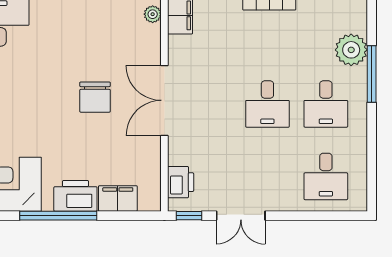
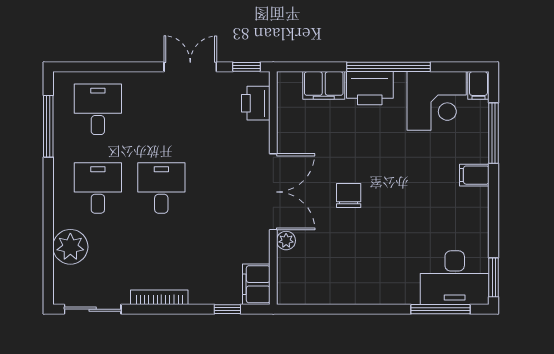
plant: (153, 14) -> (286, 241), moved
window: (372, 74) -> (48, 126), moved
chair: (95, 97) -> (349, 195), width x0.73, depth x0.73

